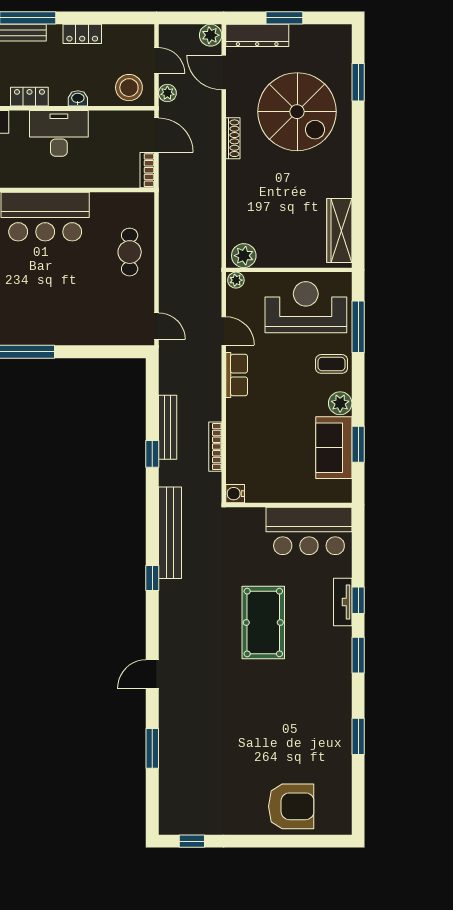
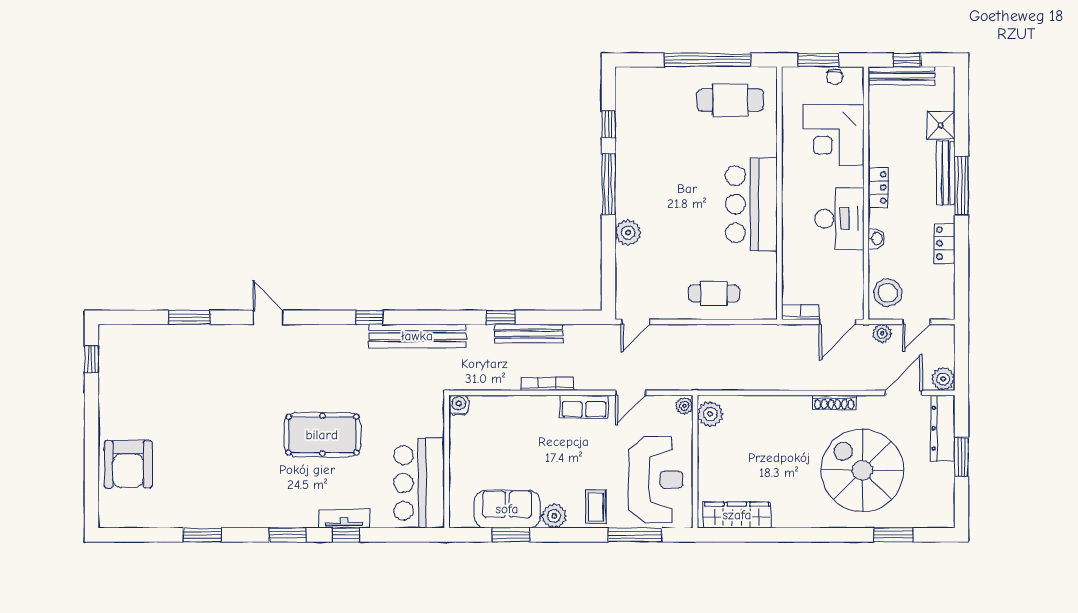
spiral stairs: (297, 112) -> (862, 470), turned 90
plant: (72, 333) -> (628, 233), added
bookcase: (215, 447) -> (547, 384), moved

